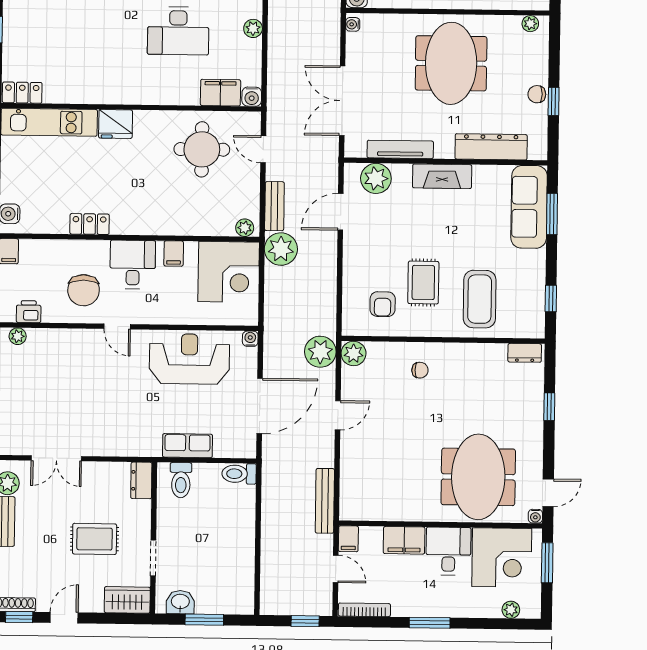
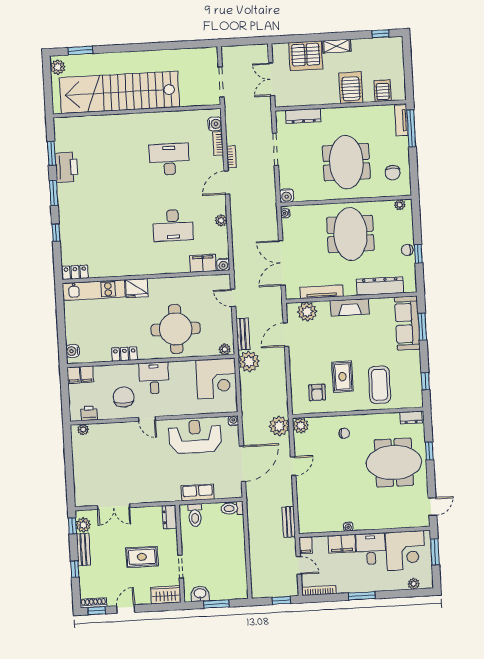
round table: (202, 149) -> (176, 329), moved, width x1.36, depth x1.36
filing cabinet: (174, 254) -> (87, 374), moved
chair: (84, 290) -> (124, 397), turned 180
meeting table: (478, 477) -> (394, 463), moved, turned 90
bench: (325, 501) -> (289, 522), width x0.73
water cooler: (535, 516) -> (348, 527), moved

